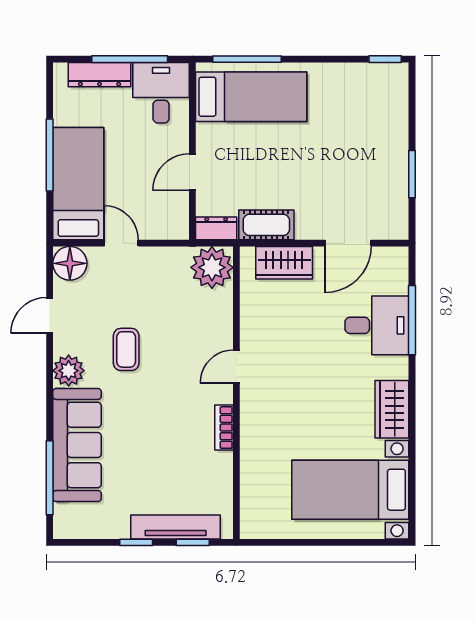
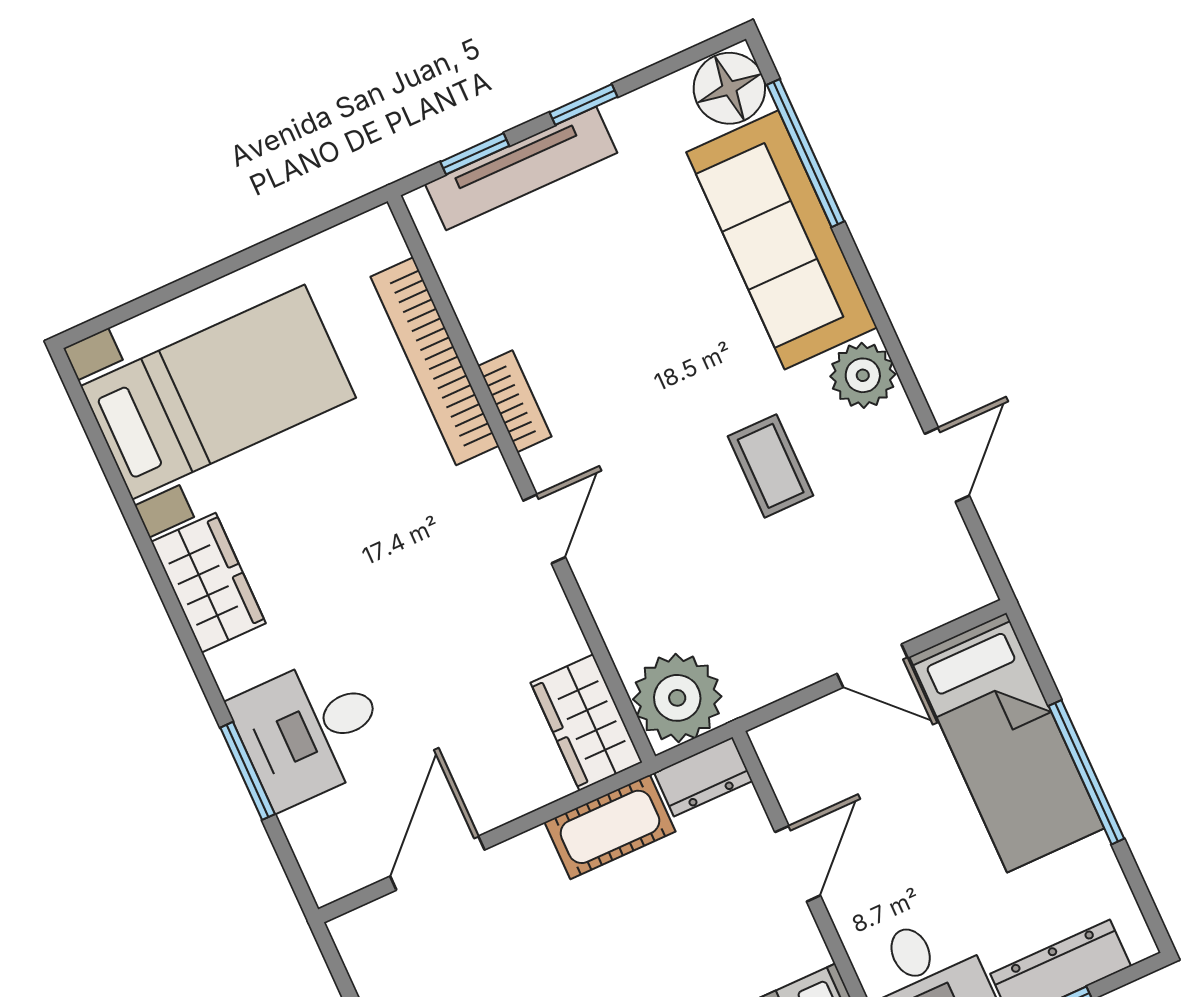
floor lamp: (70, 263) -> (729, 88), moved
wardrobe: (284, 263) -> (586, 722), moved, turned -90
window: (412, 320) -> (248, 771), width x0.69
bookcase: (251, 461) -> (435, 361), added

